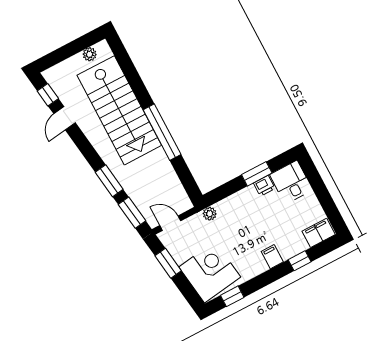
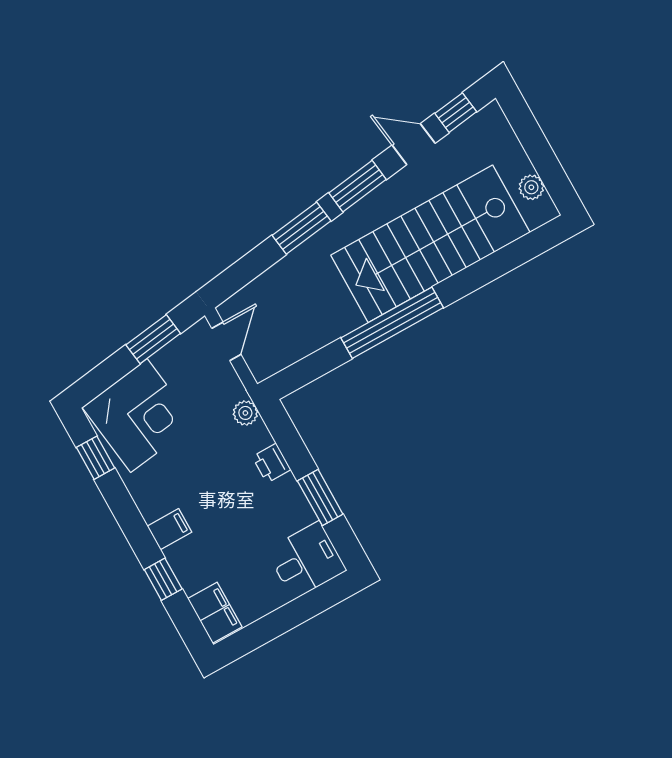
printer: (264, 186) -> (272, 463), moved
window: (132, 213) -> (357, 186), moved

